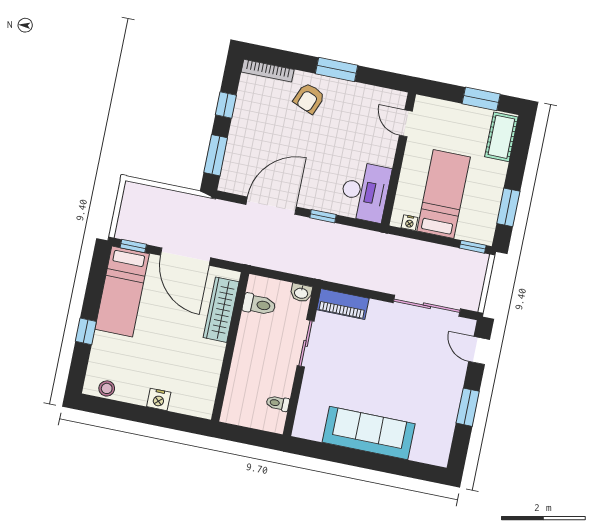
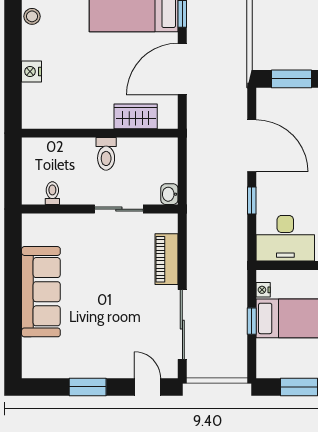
window: (473, 247) -> (252, 321), moved
piano: (343, 304) -> (167, 259), moved
toilet: (259, 305) -> (106, 154), moved
wardrobe: (221, 310) -> (136, 116), width x0.67
door: (479, 351) -> (148, 387), hinge flipped

